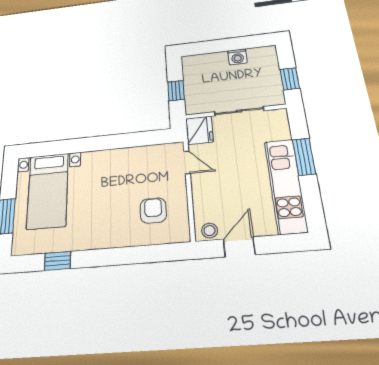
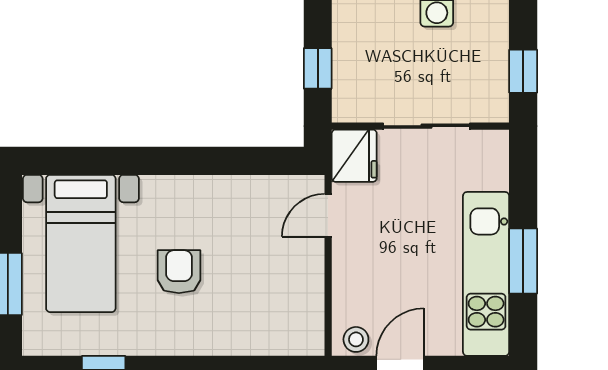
window: (304, 157) -> (523, 261), moved
door: (187, 162) -> (328, 215), swing flipped
armchair: (153, 211) -> (179, 272), moved

